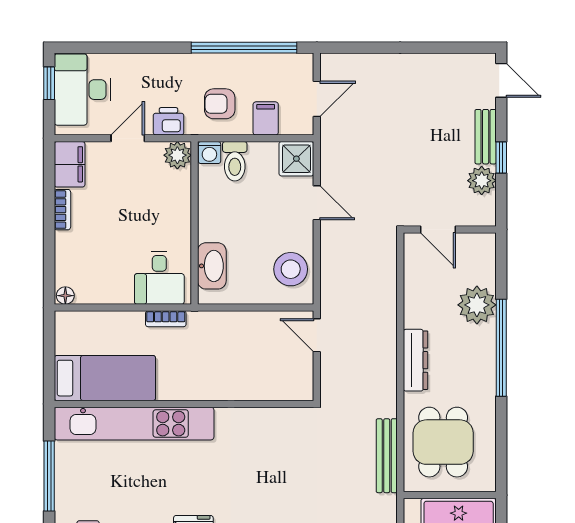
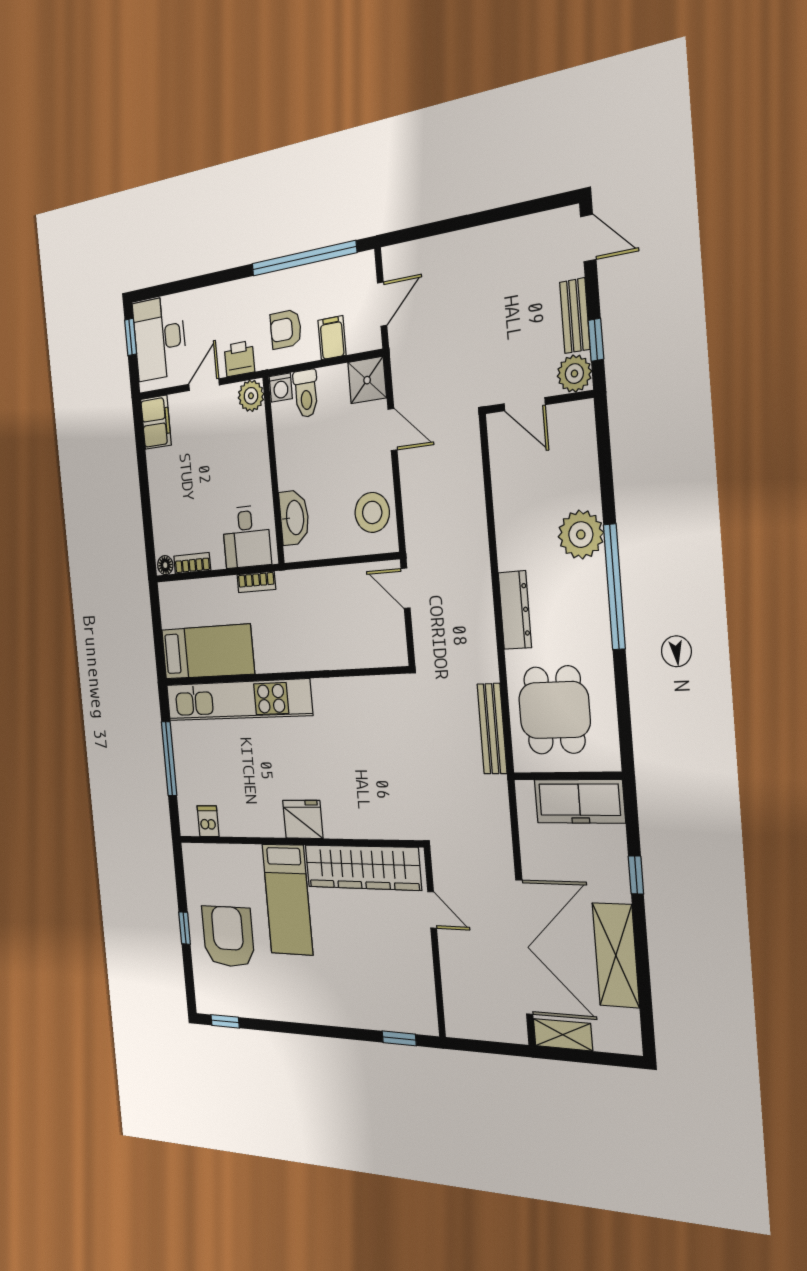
bookcase: (62, 210) -> (192, 563), moved, turned -90
door: (438, 229) -> (525, 404), moved
wall: (450, 229) -> (538, 402), moved

